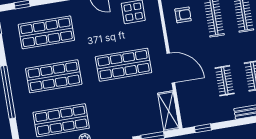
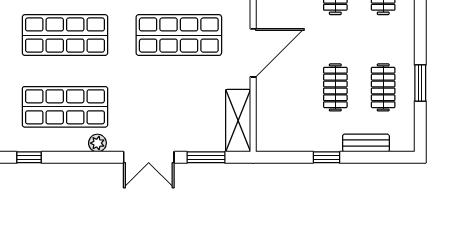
door: (171, 68) -> (253, 53), hinge flipped
window: (203, 128) -> (326, 157), moved

